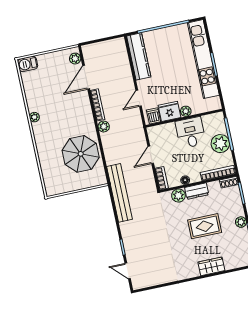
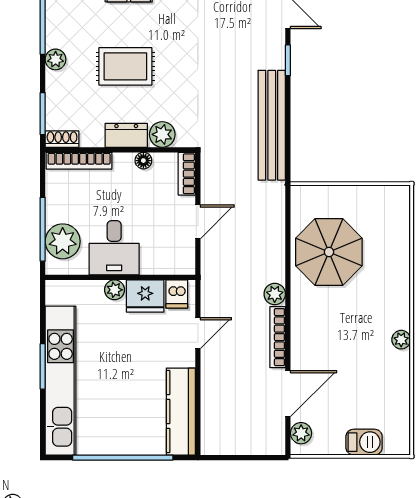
barbecue: (28, 64) -> (364, 442), moved
plant: (220, 144) -> (63, 241), moved
bench: (120, 193) -> (272, 125), moved

